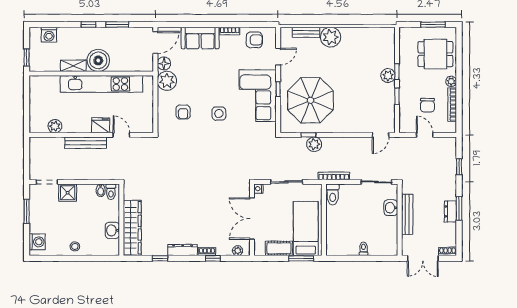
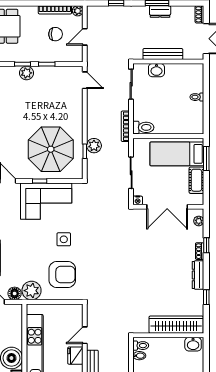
plant: (451, 81) -> (78, 11), moved
armchair: (183, 112) -> (62, 274), width x1.88, depth x1.88
washbasin: (112, 230) -> (193, 344), moved

